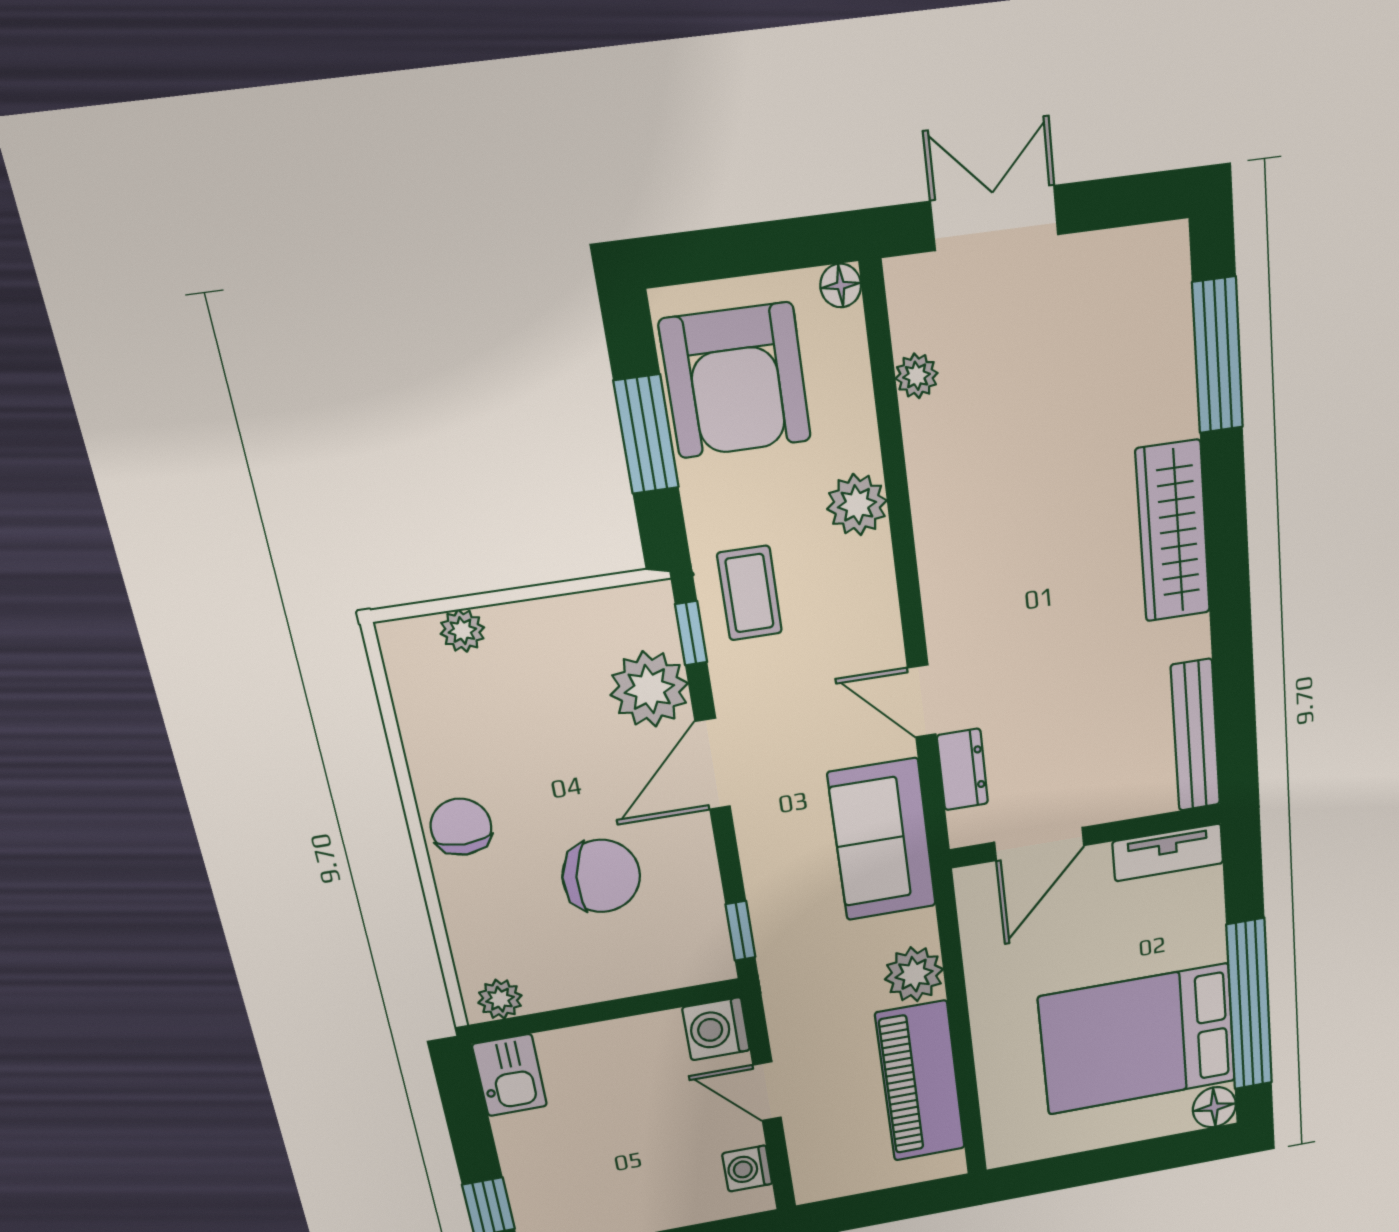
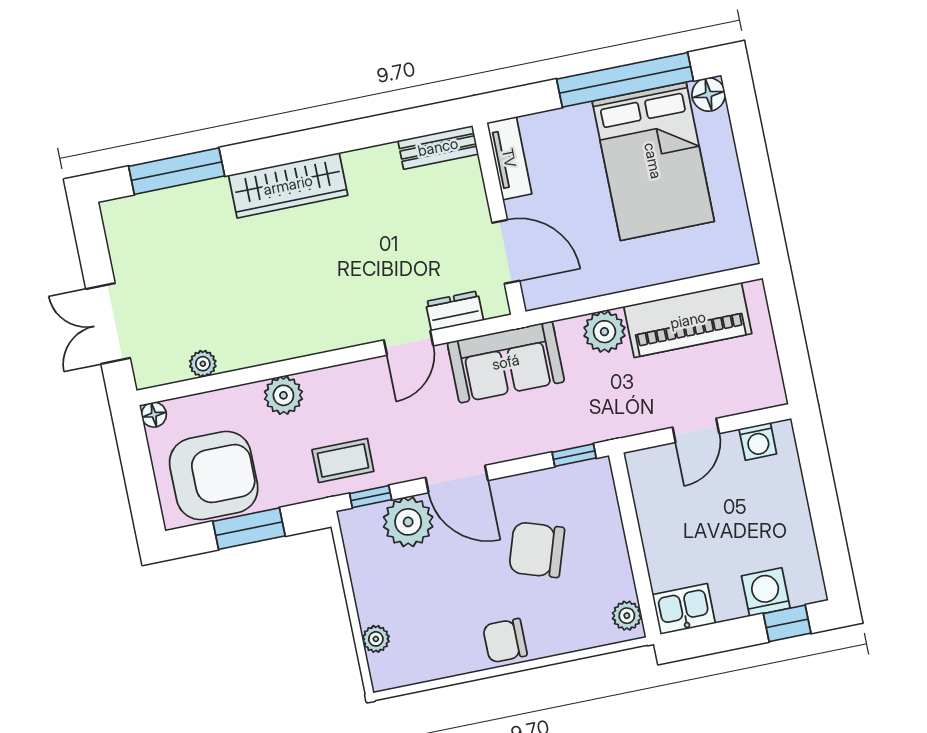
bench: (1195, 736) -> (438, 147), width x0.73
chair: (601, 876) -> (537, 550), turned -80
washing machine: (716, 1029) -> (766, 592), moved, turned 180

